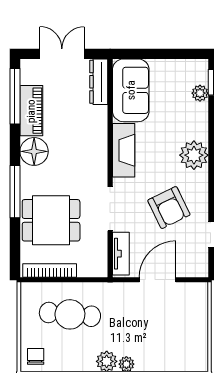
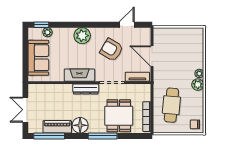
dresser: (99, 82) -> (86, 89), moved
sofa: (131, 90) -> (38, 58), moved, turned 90
armchair: (169, 208) -> (112, 50), turned -123

